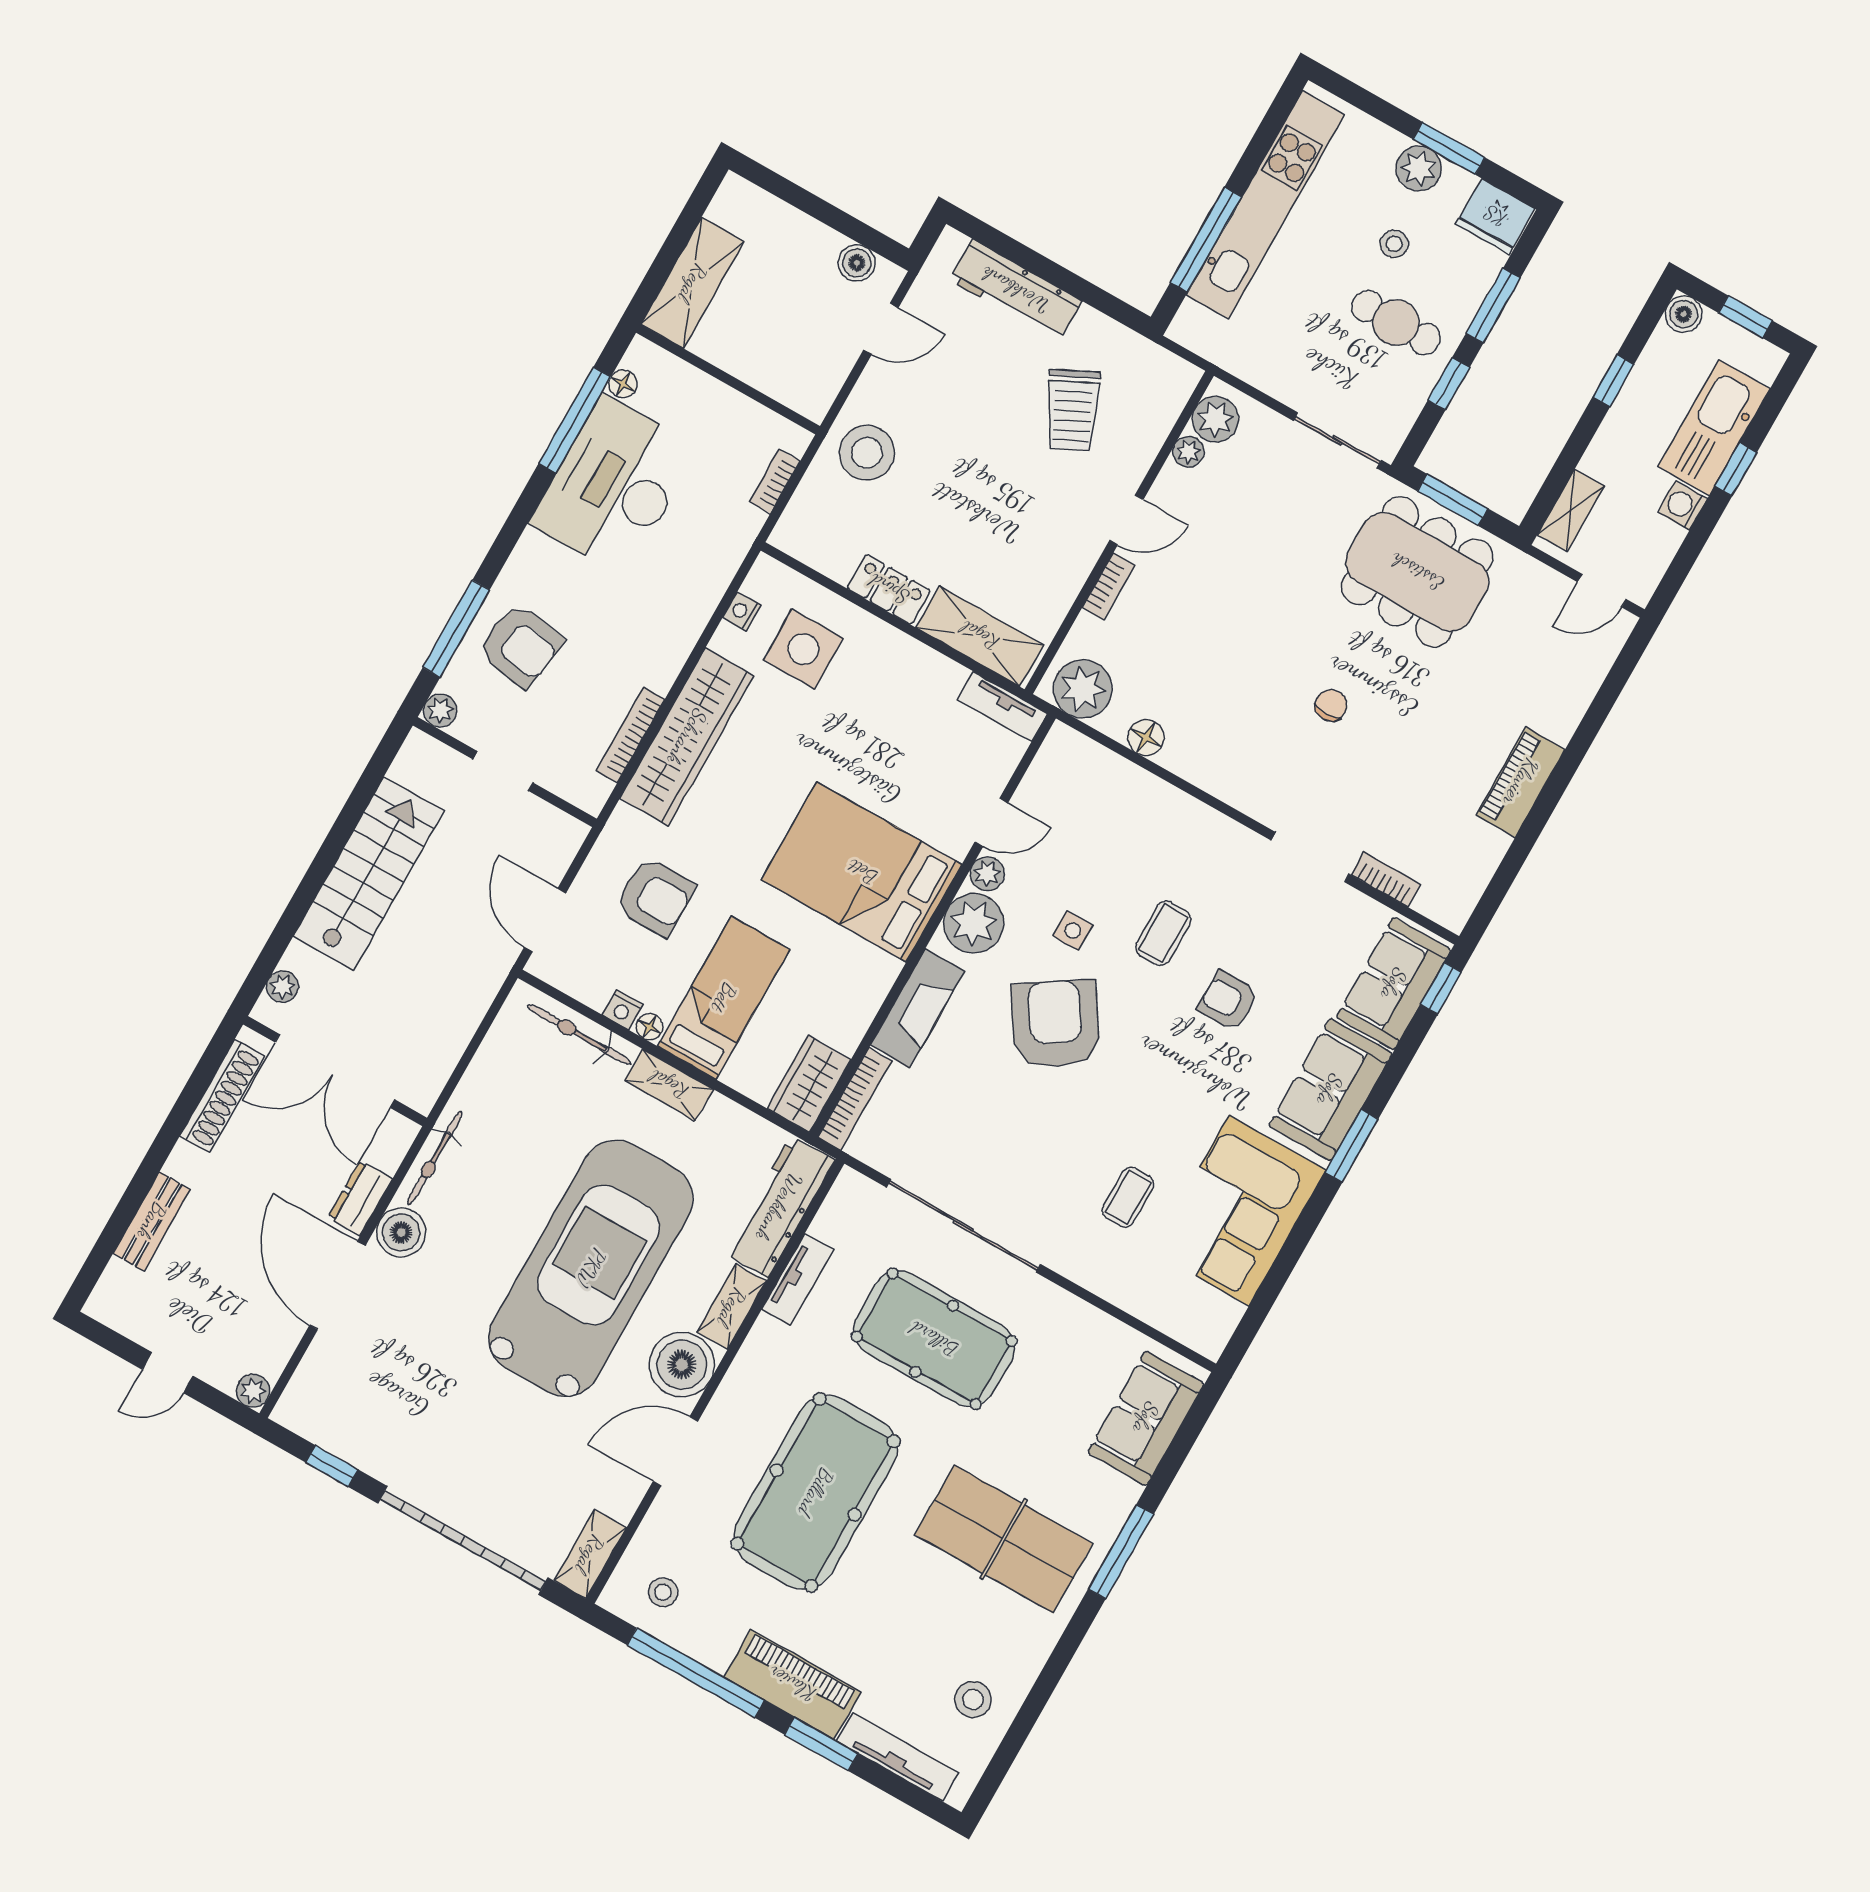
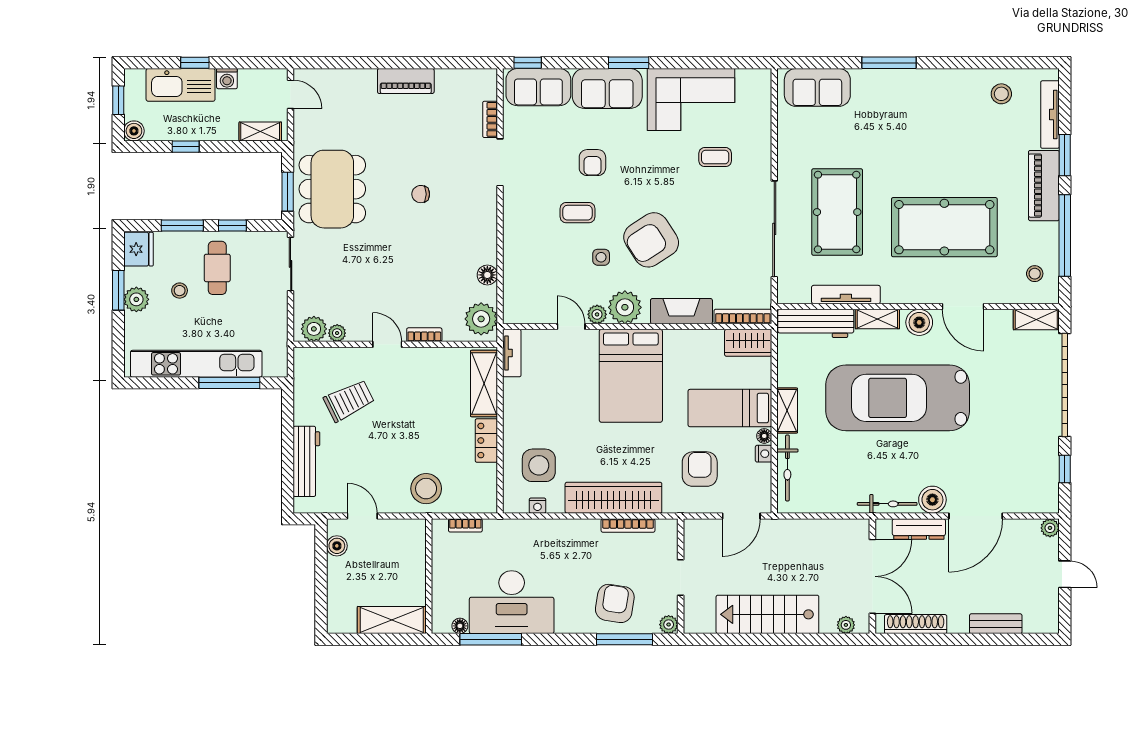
dresser: (360, 1198) -> (919, 529), width x1.44
tv unit: (798, 1279) -> (846, 295), width x1.41
boiler: (682, 1365) -> (919, 322), width x0.73, depth x0.73
table tennis table: (1004, 1539) -> (915, 123), removed

